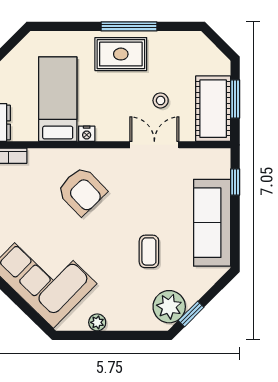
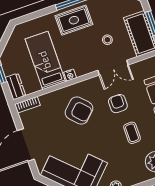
double door: (154, 145) -> (113, 68), swing flipped
armchair: (143, 201) -> (118, 104), added

